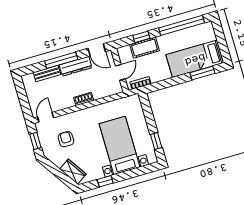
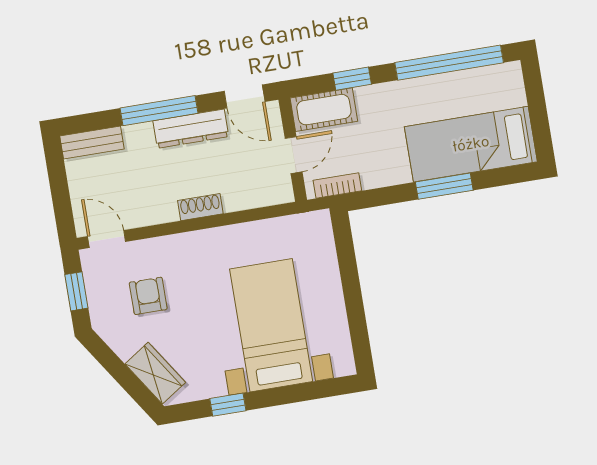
cot: (145, 48) -> (324, 110), moved
window: (202, 73) -> (444, 186), moved
bench: (47, 74) -> (92, 143), moved
door: (46, 117) -> (107, 239), hinge flipped
window: (156, 141) -> (358, 325), removed

